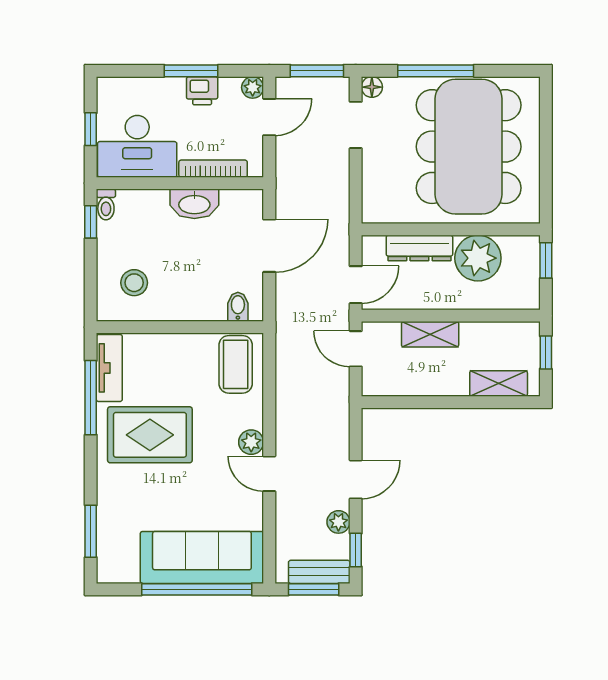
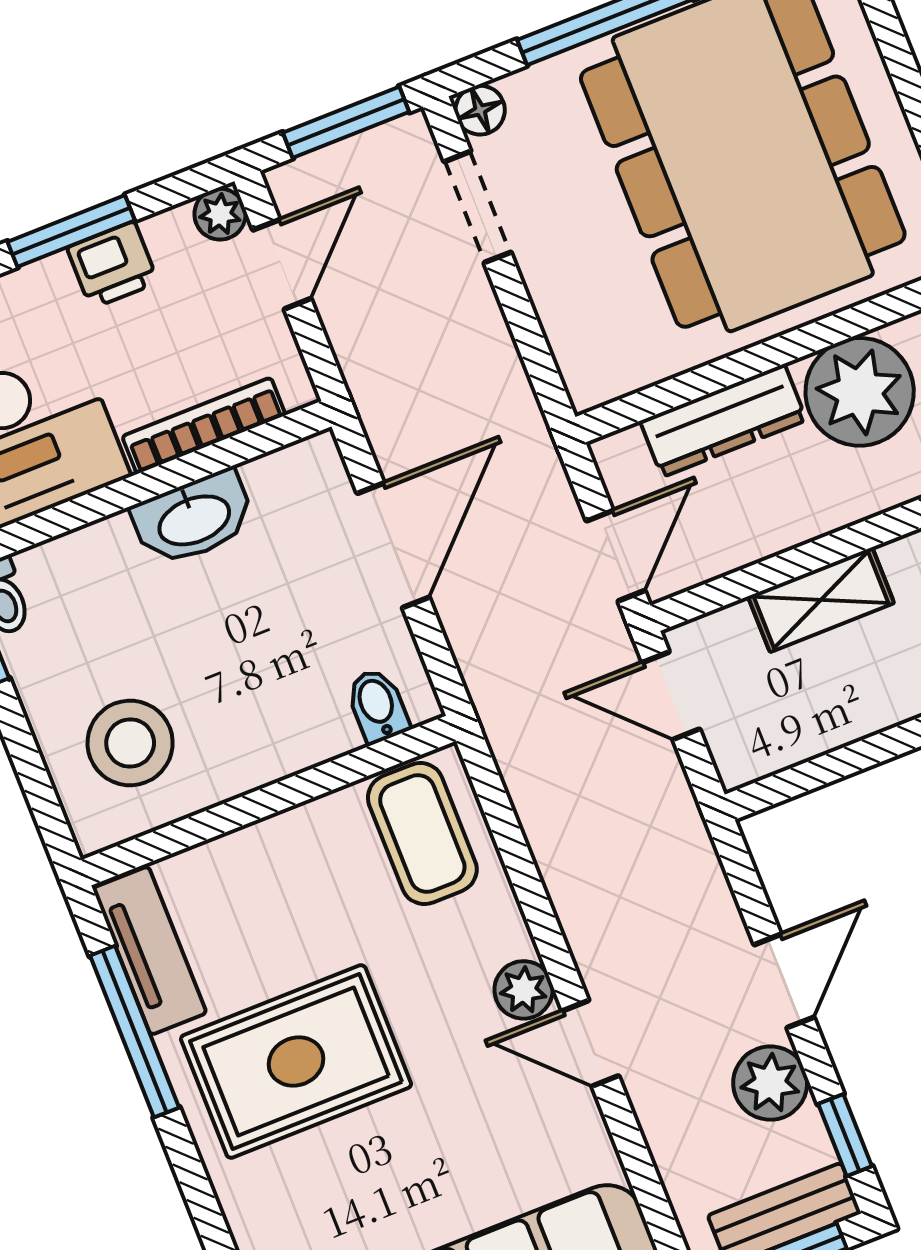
stool: (134, 283) -> (130, 743), width x1.38, depth x1.38
plant: (338, 522) -> (770, 1083), width x1.38, depth x1.38

